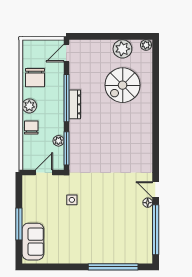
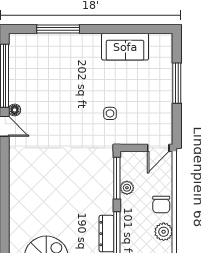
door: (44, 172) -> (158, 148), moved
sofa: (33, 242) -> (125, 47), moved, turned -90
window: (113, 267) -> (58, 29), width x0.68

